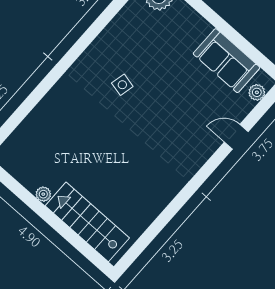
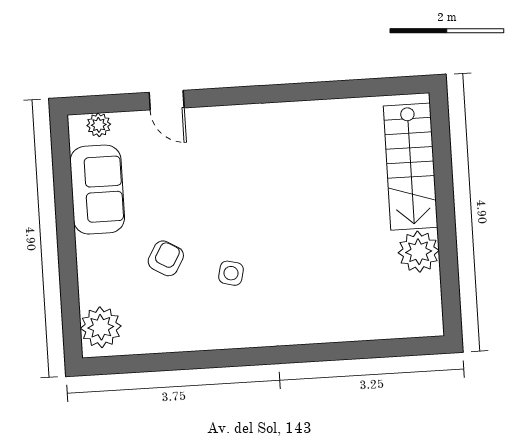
armchair: (161, 61) -> (166, 258), added
plant: (43, 194) -> (419, 252), width x1.87, depth x1.87

